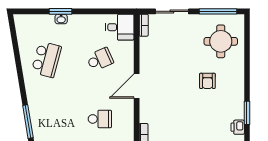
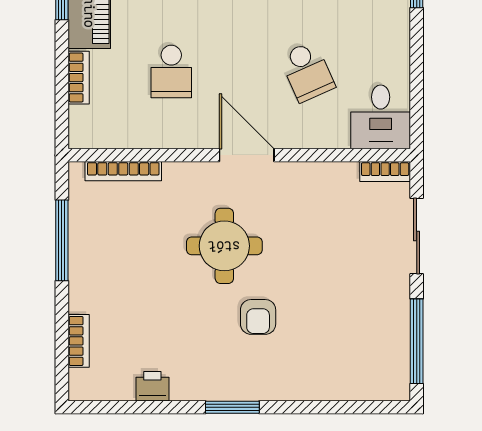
round table: (221, 41) -> (224, 246), moved
armchair: (207, 81) -> (258, 317), turned -90
window: (247, 113) -> (232, 407), moved

